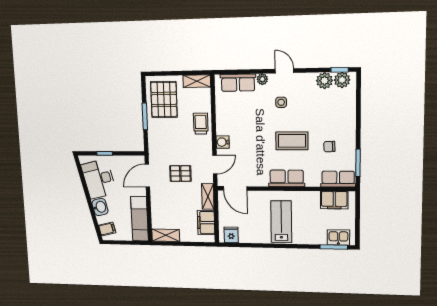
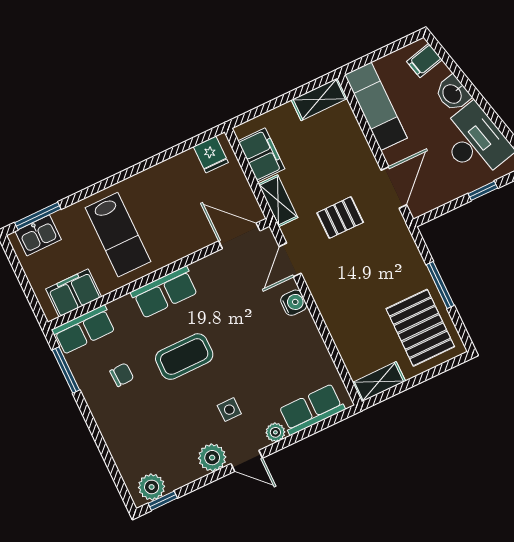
plant: (325, 81) -> (212, 458), moved
trolley: (201, 124) -> (343, 316), removed
lab bench: (281, 222) -> (118, 235), moved

